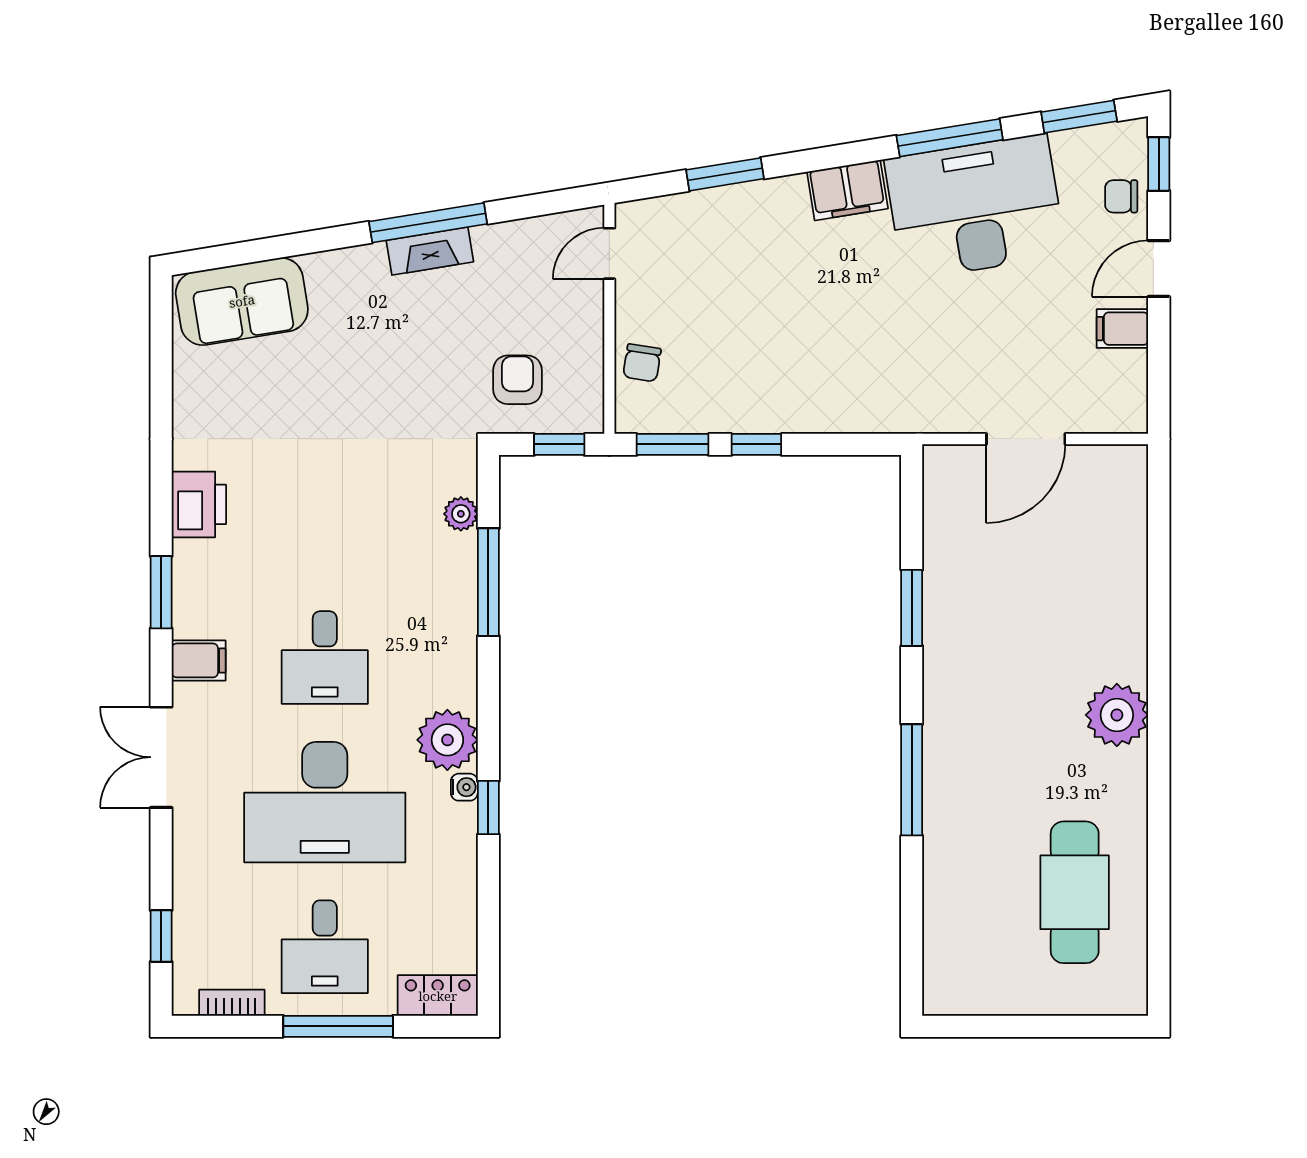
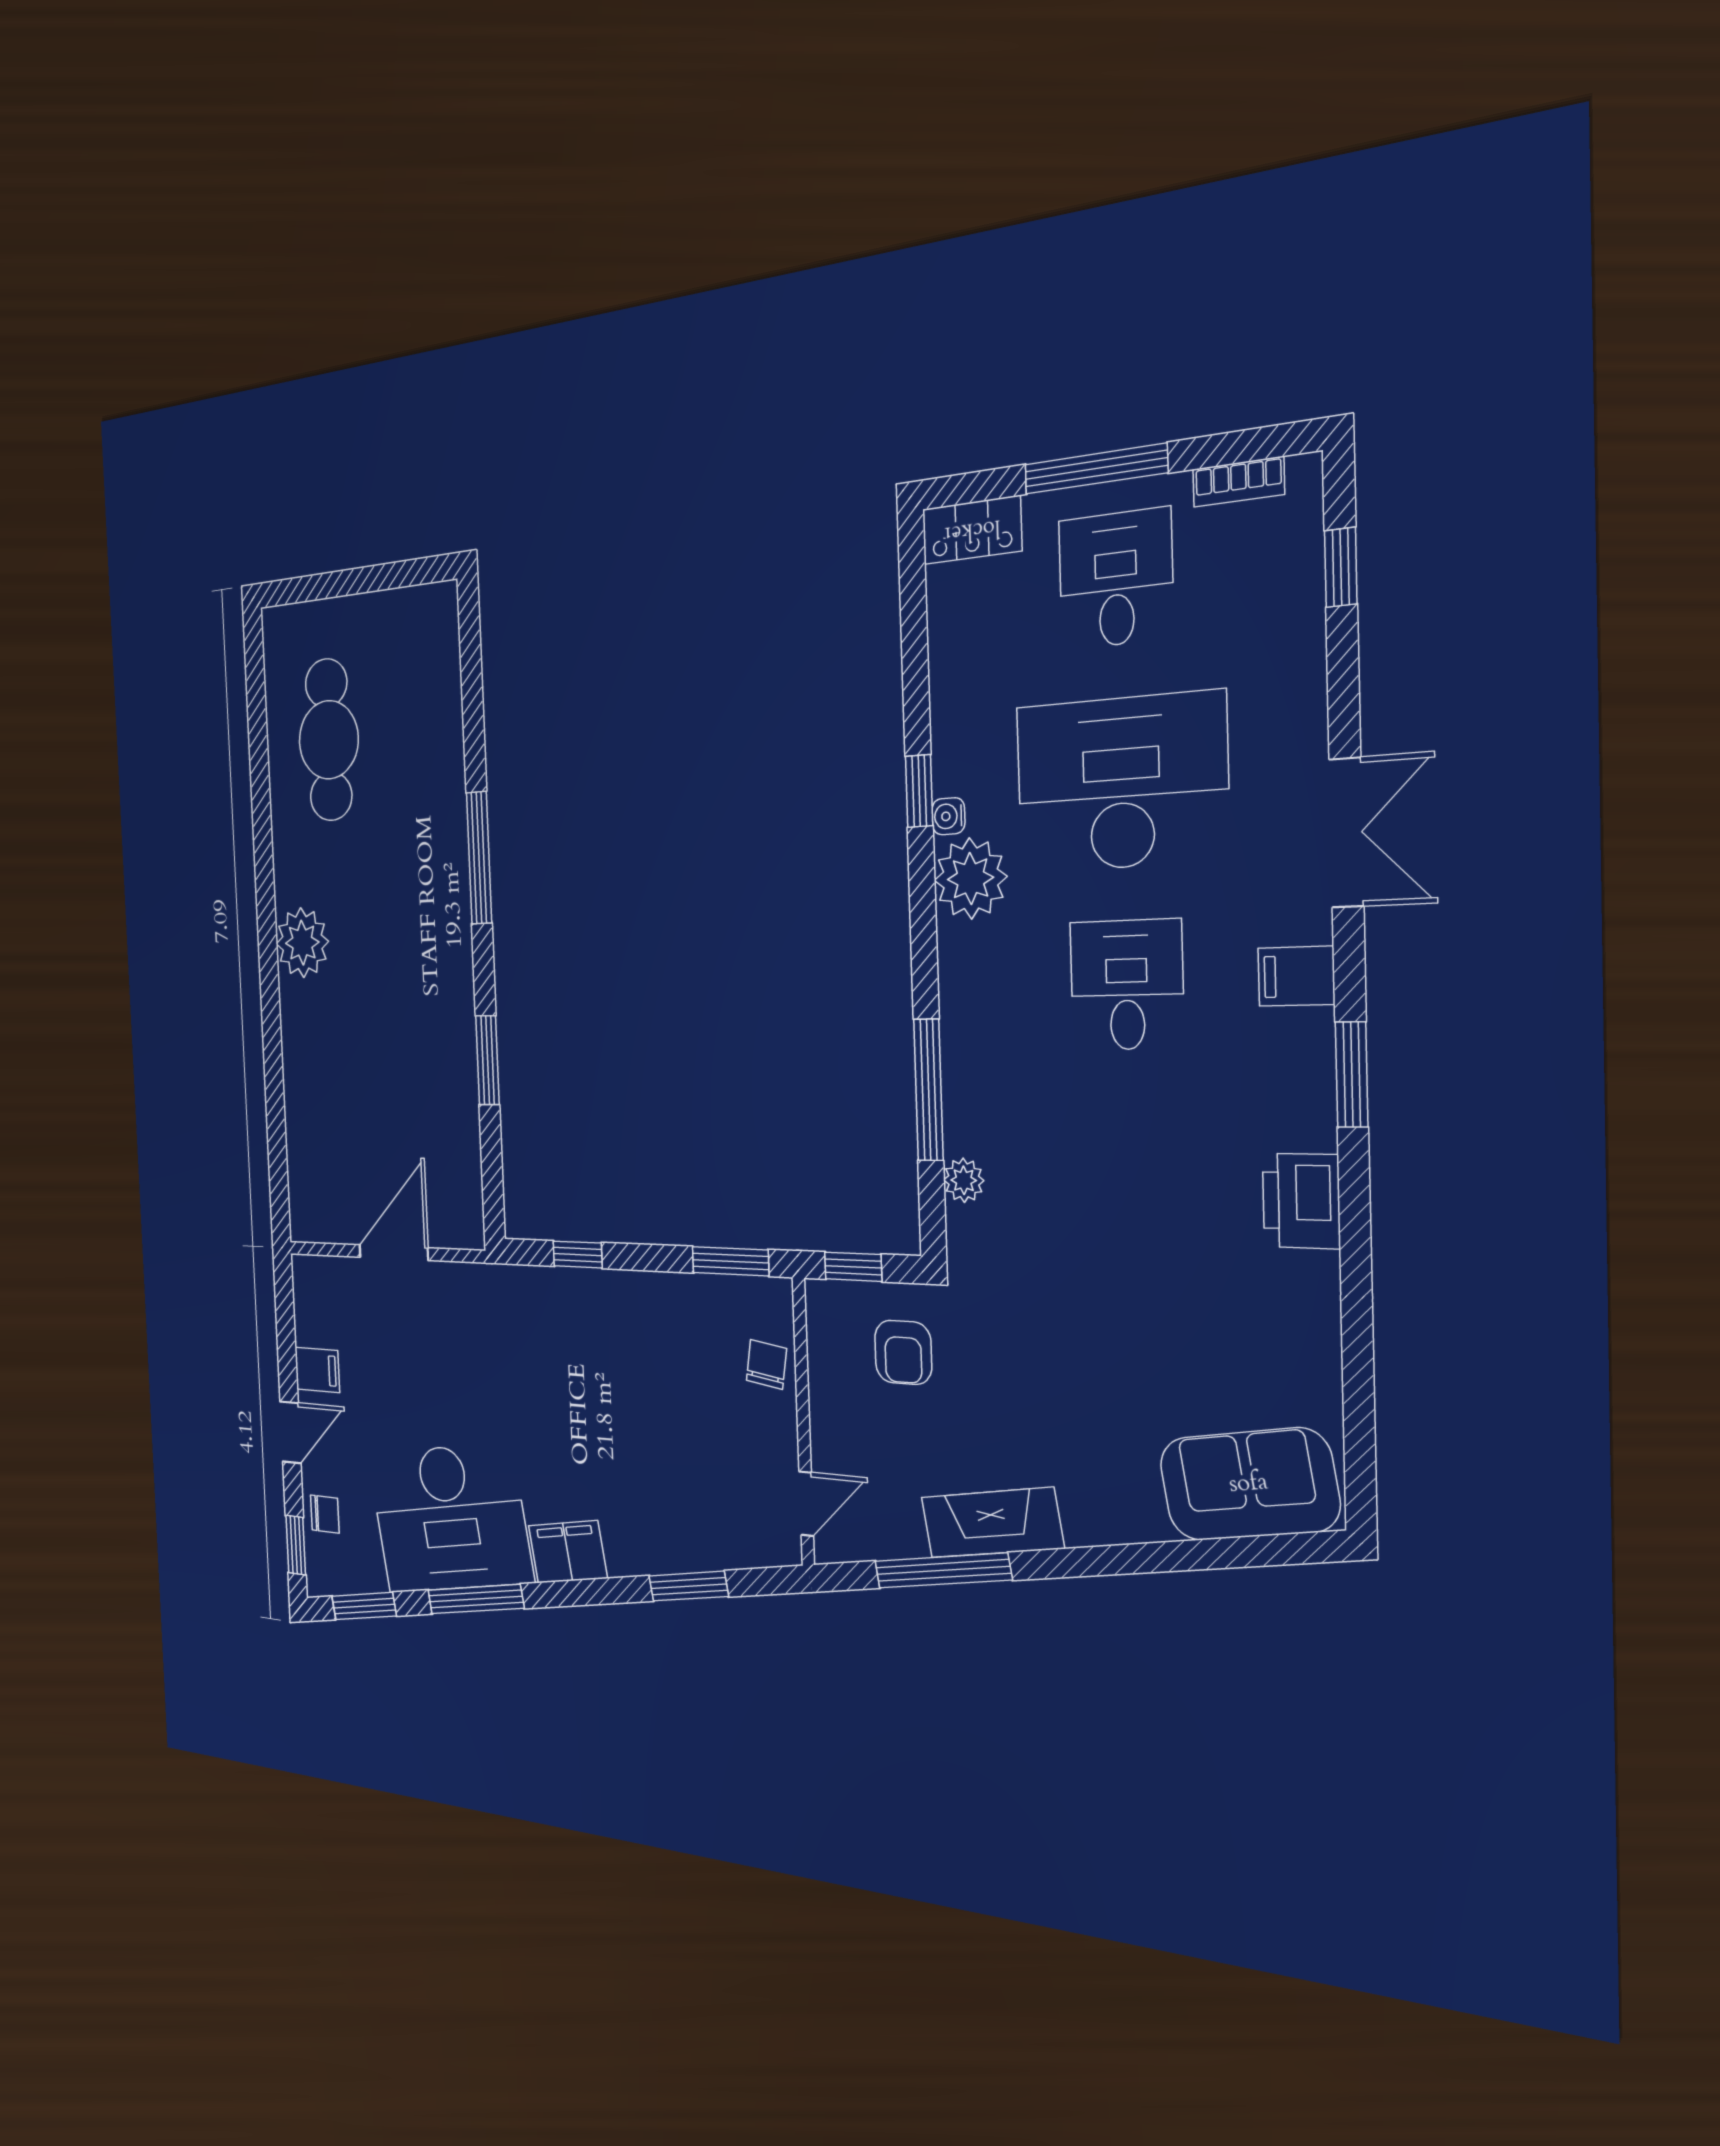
window: (428, 223) -> (943, 1571), moved
fireplace: (430, 251) -> (992, 1523), width x1.37, depth x1.32
window: (756, 444) -> (578, 1255), moved

